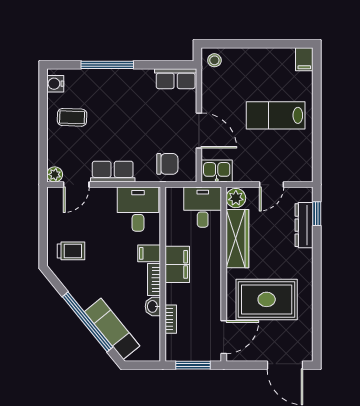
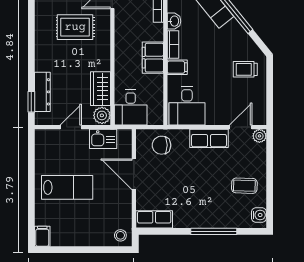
kitchen sink: (217, 171) -> (103, 139), moved
wardrobe: (237, 239) -> (100, 89), width x0.67
rug: (267, 299) -> (75, 27), width x0.73, depth x0.70

